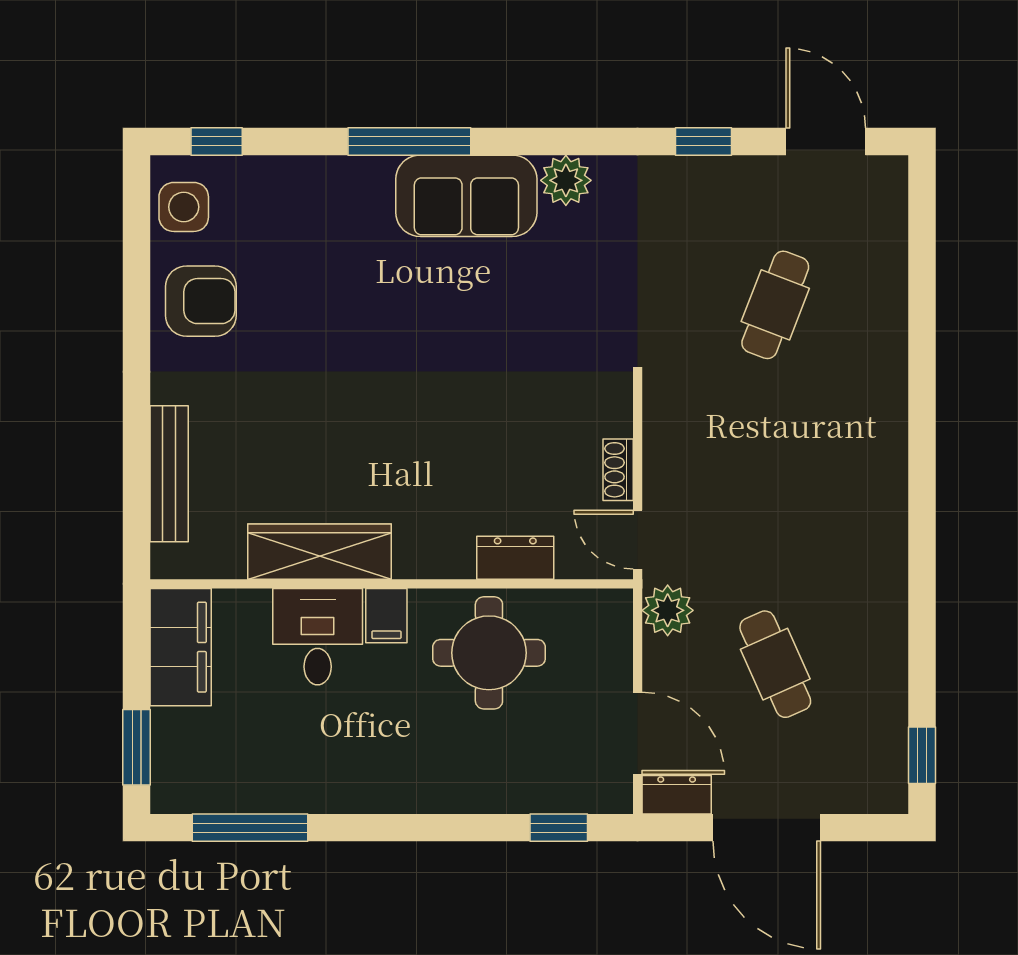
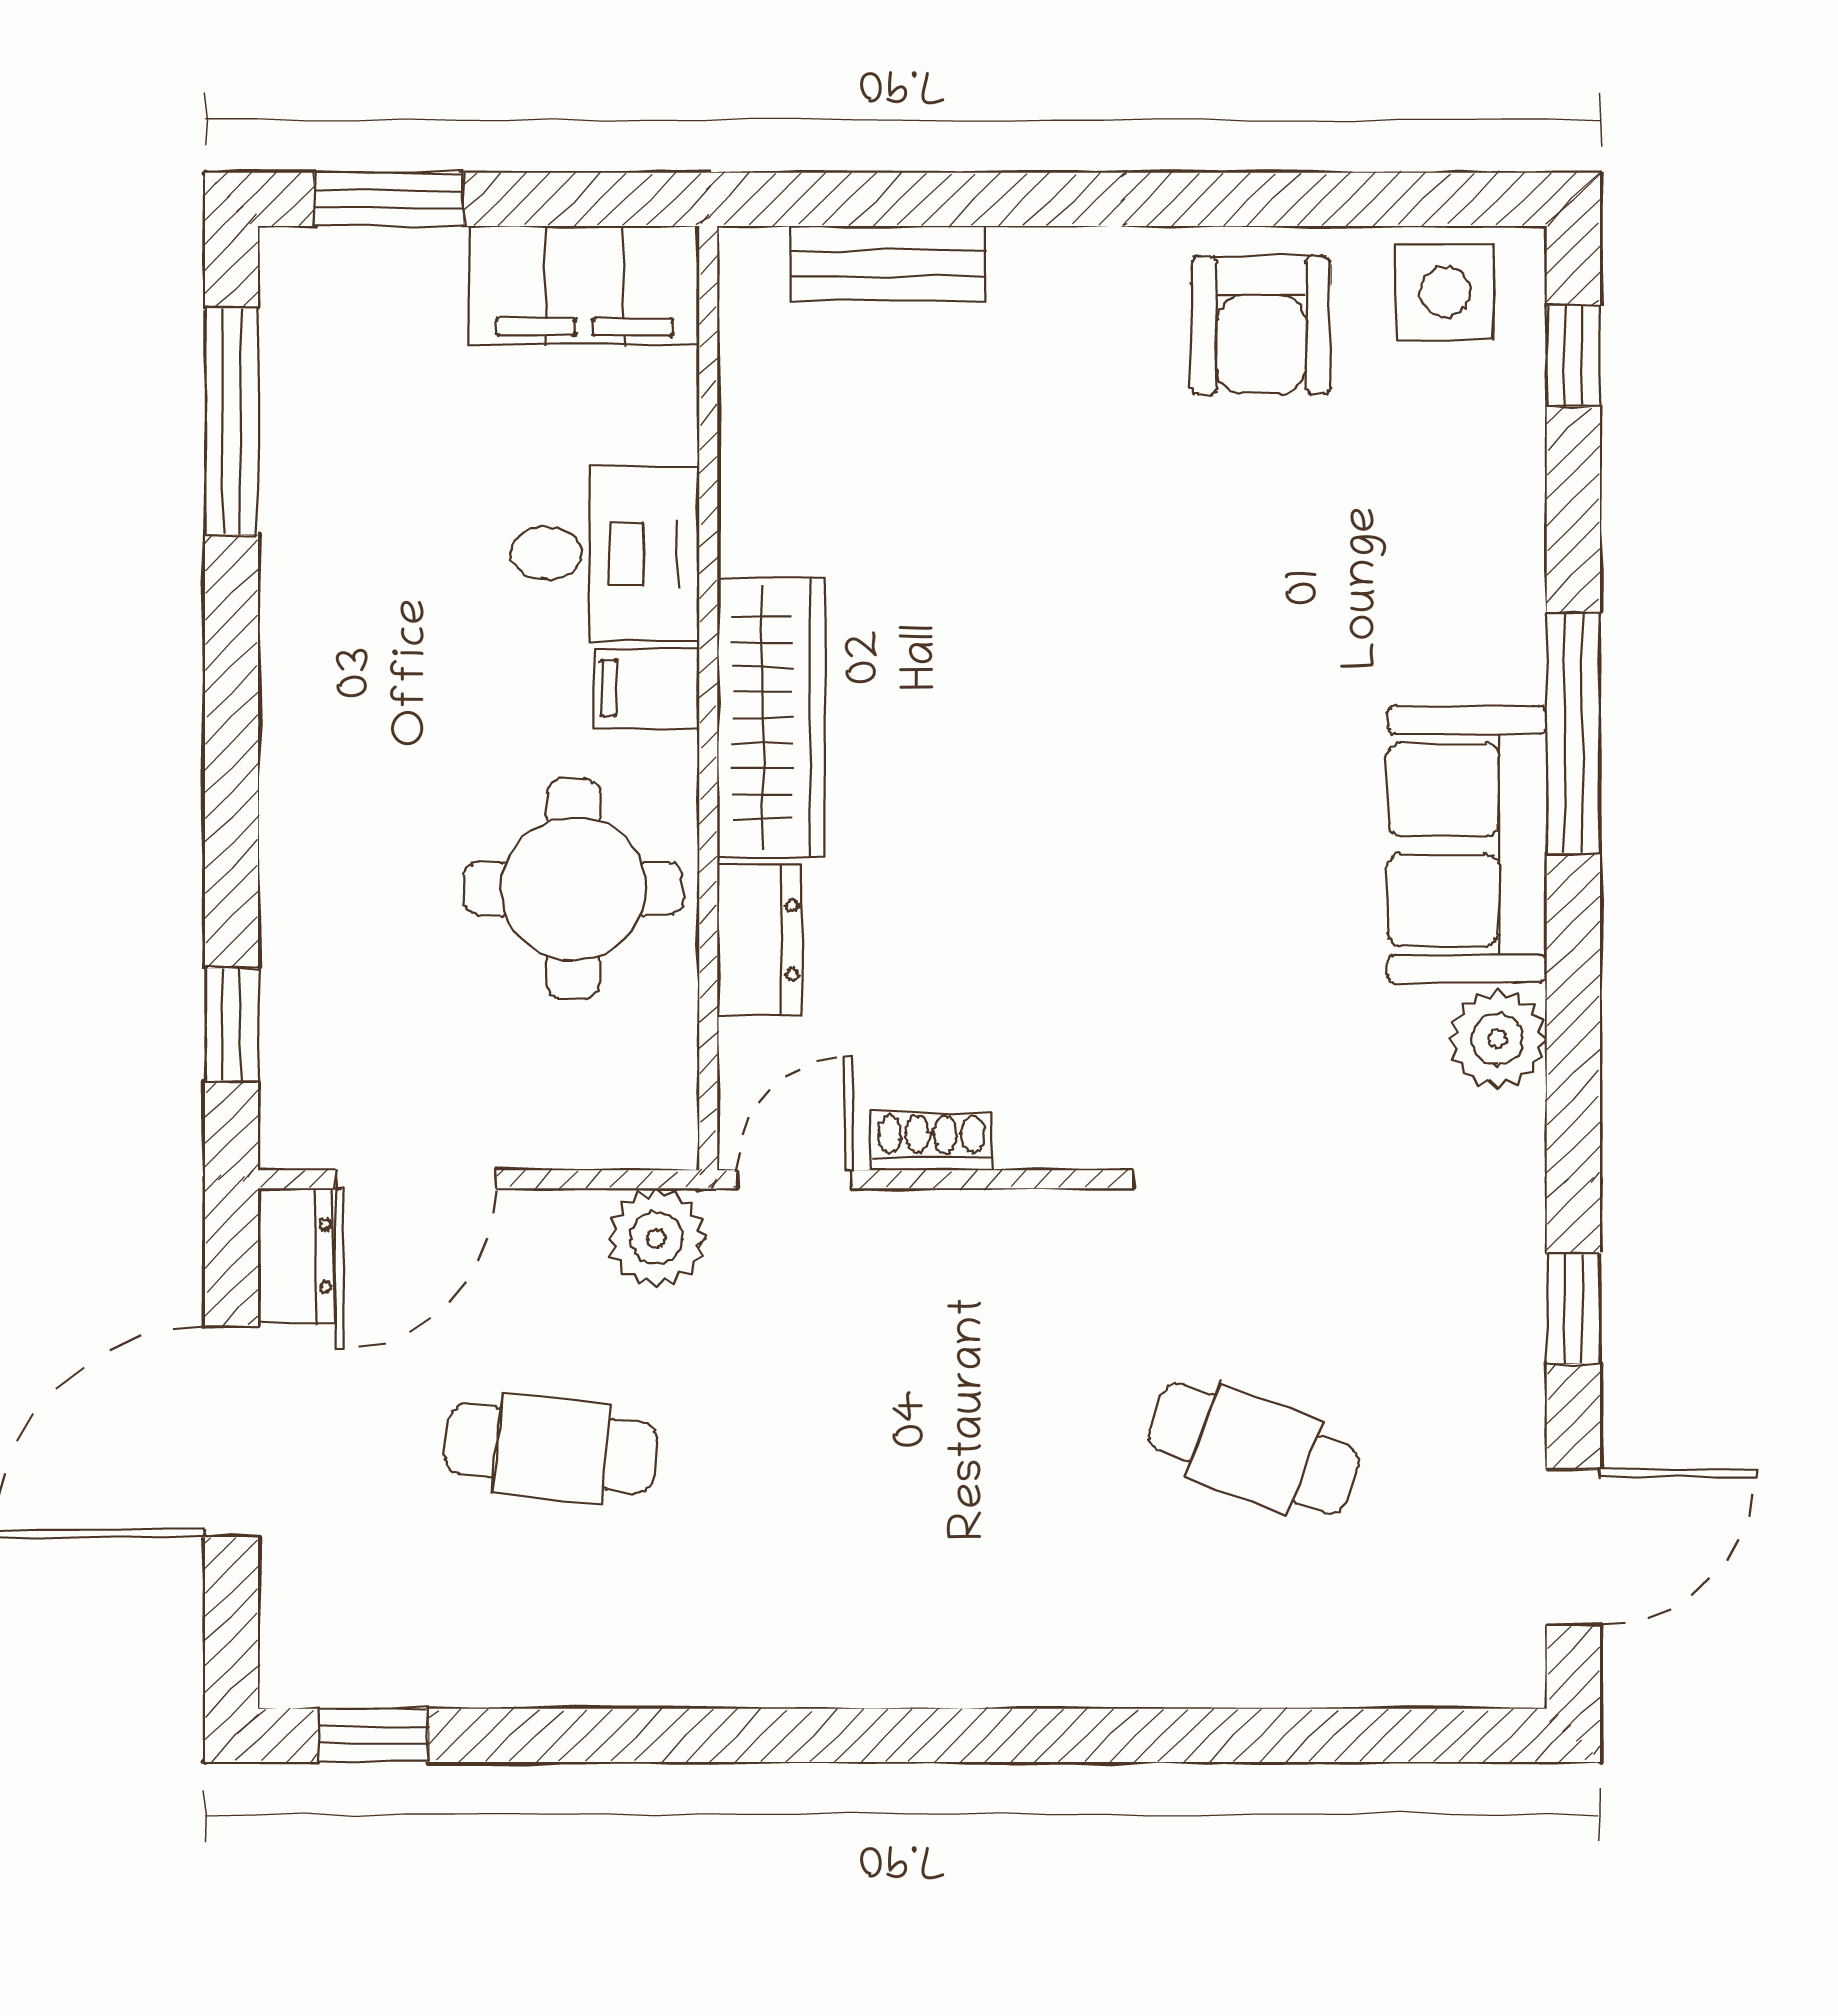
bench: (169, 474) -> (888, 263), width x0.73
wardrobe: (319, 552) -> (771, 718), moved
cafe table: (775, 664) -> (551, 1449), turned 30

